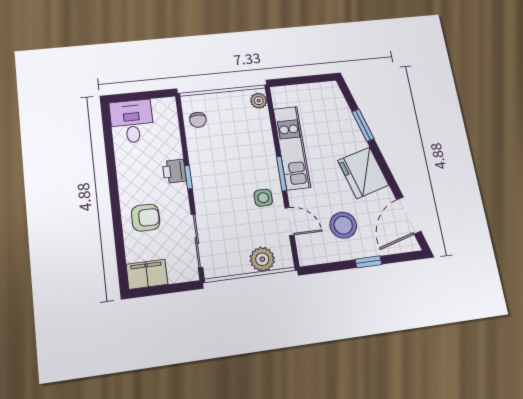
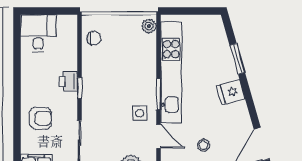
chair: (198, 120) -> (94, 38), turned -89
kitchen unit: (292, 148) -> (171, 72), width x1.36
fridge: (363, 173) -> (231, 92), width x0.53, depth x0.75
stool: (343, 225) -> (203, 145), width x0.53, depth x0.53

